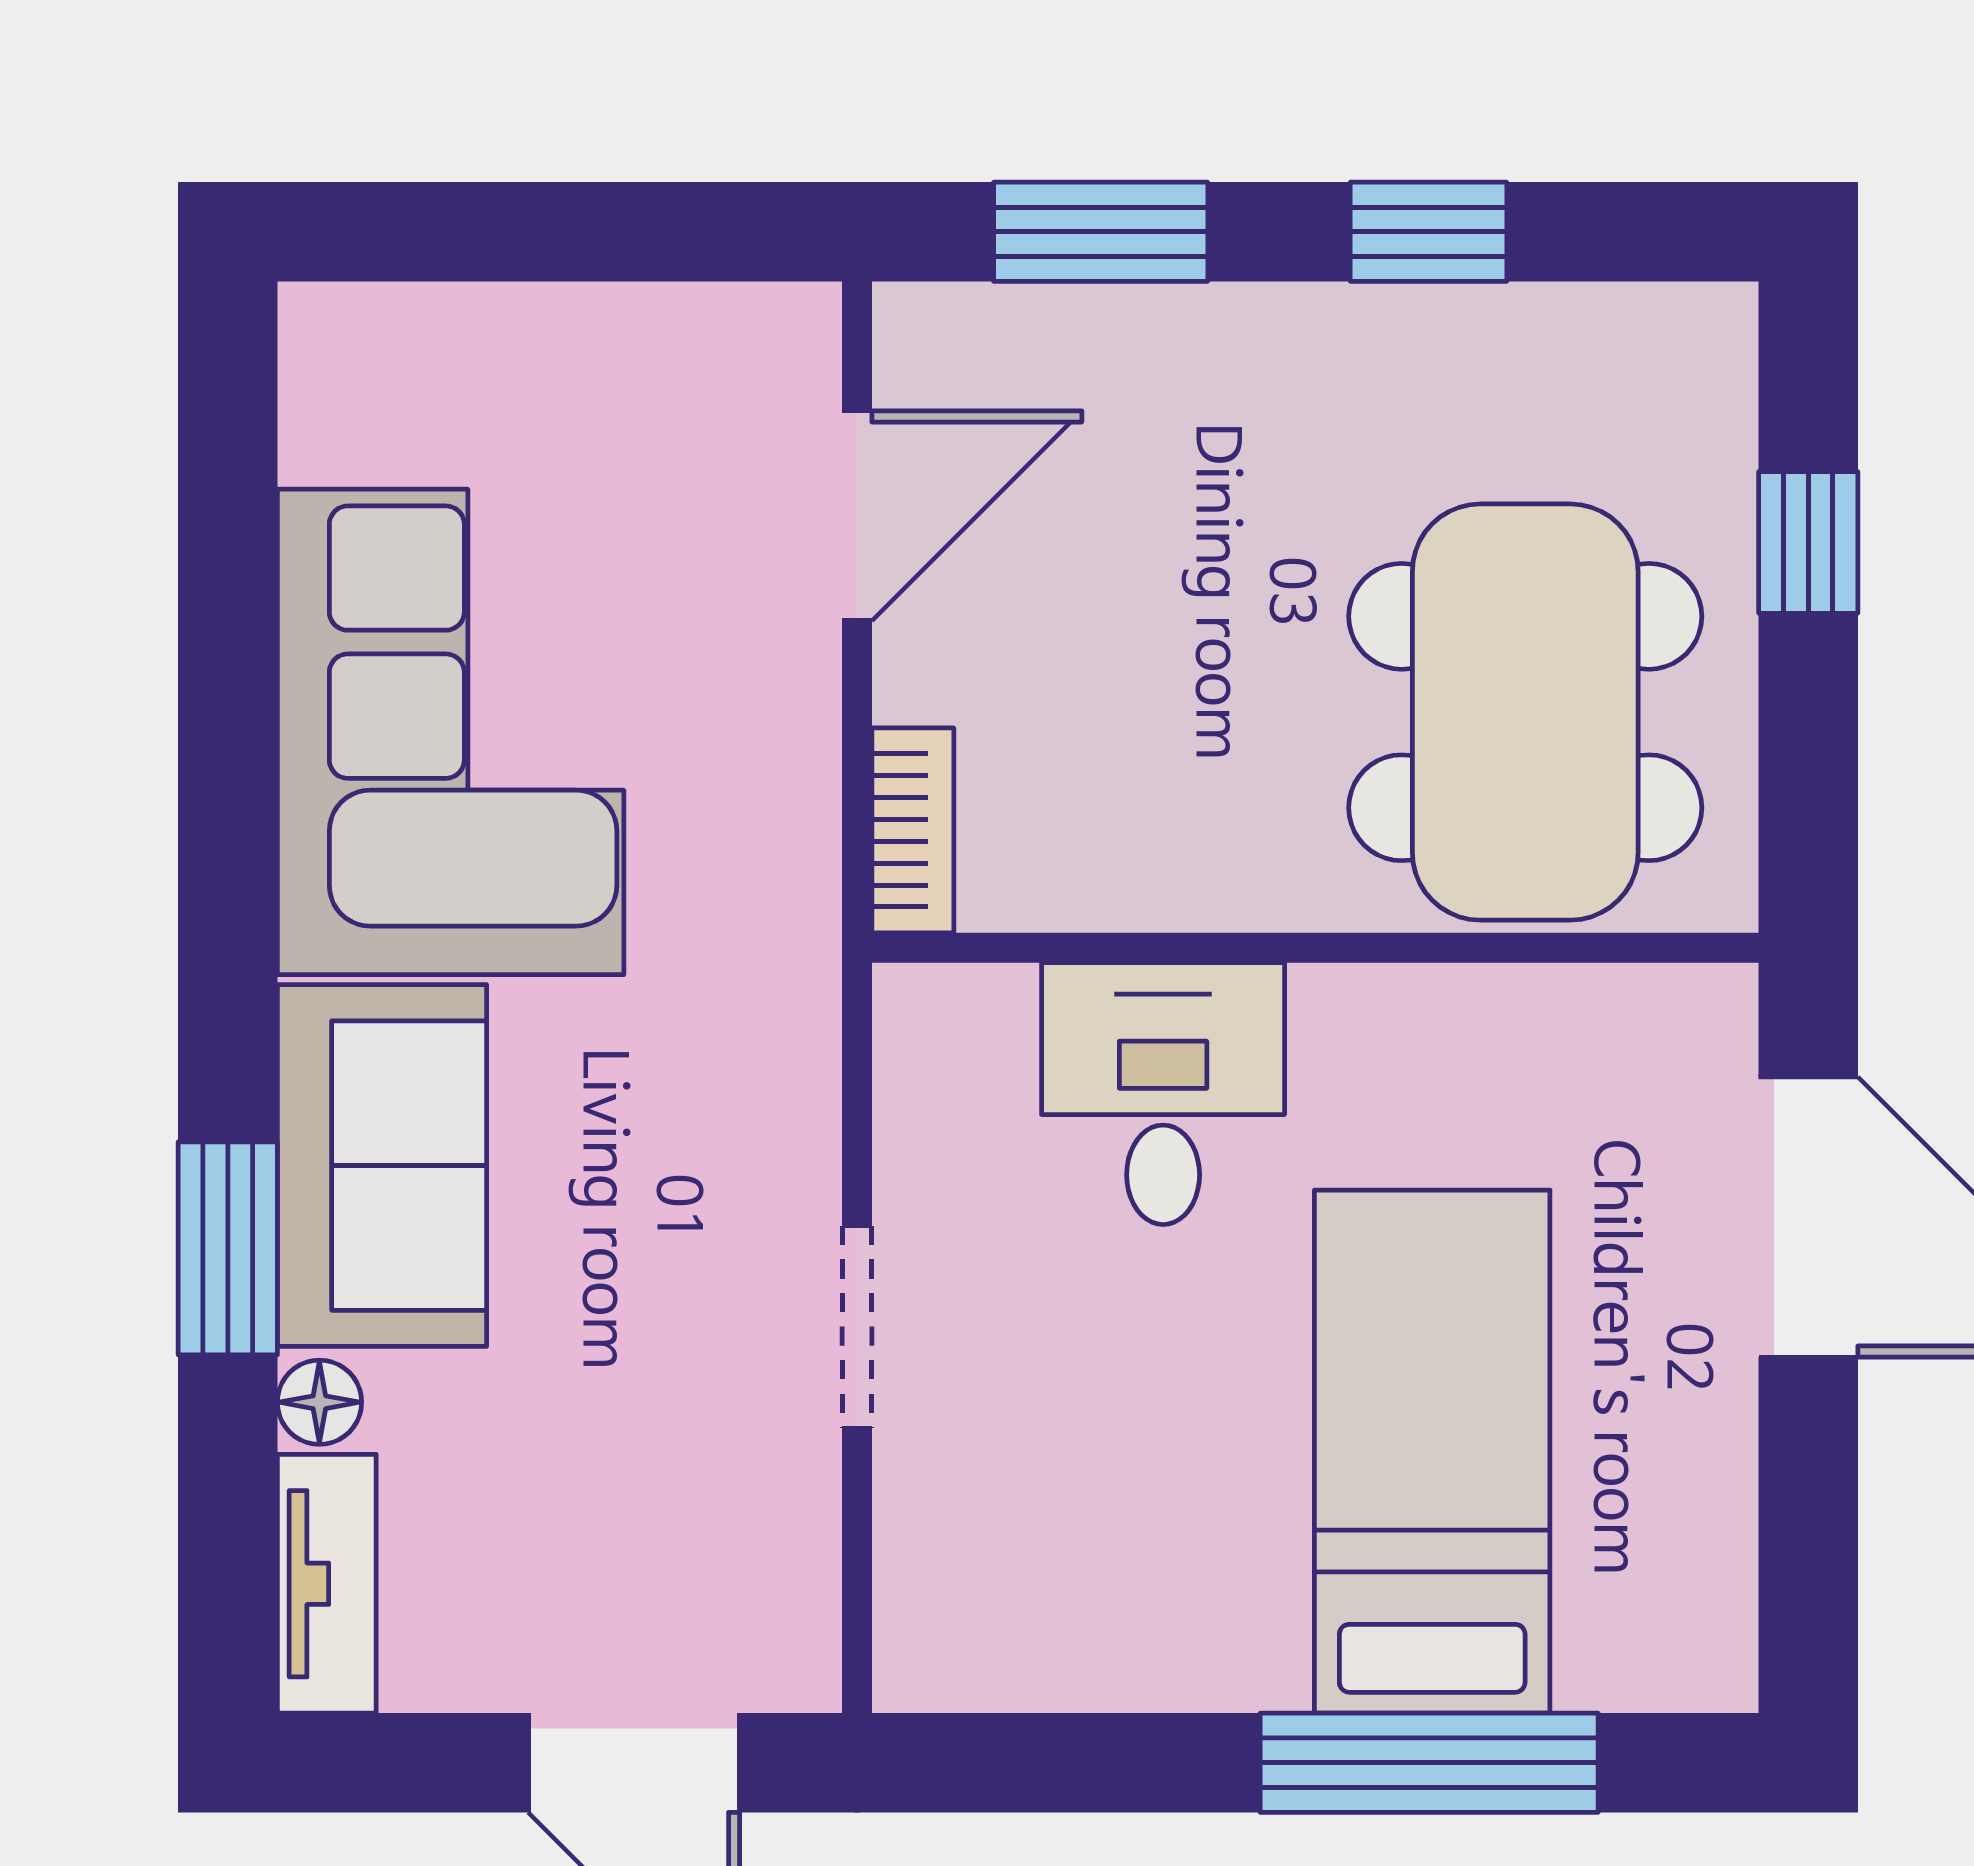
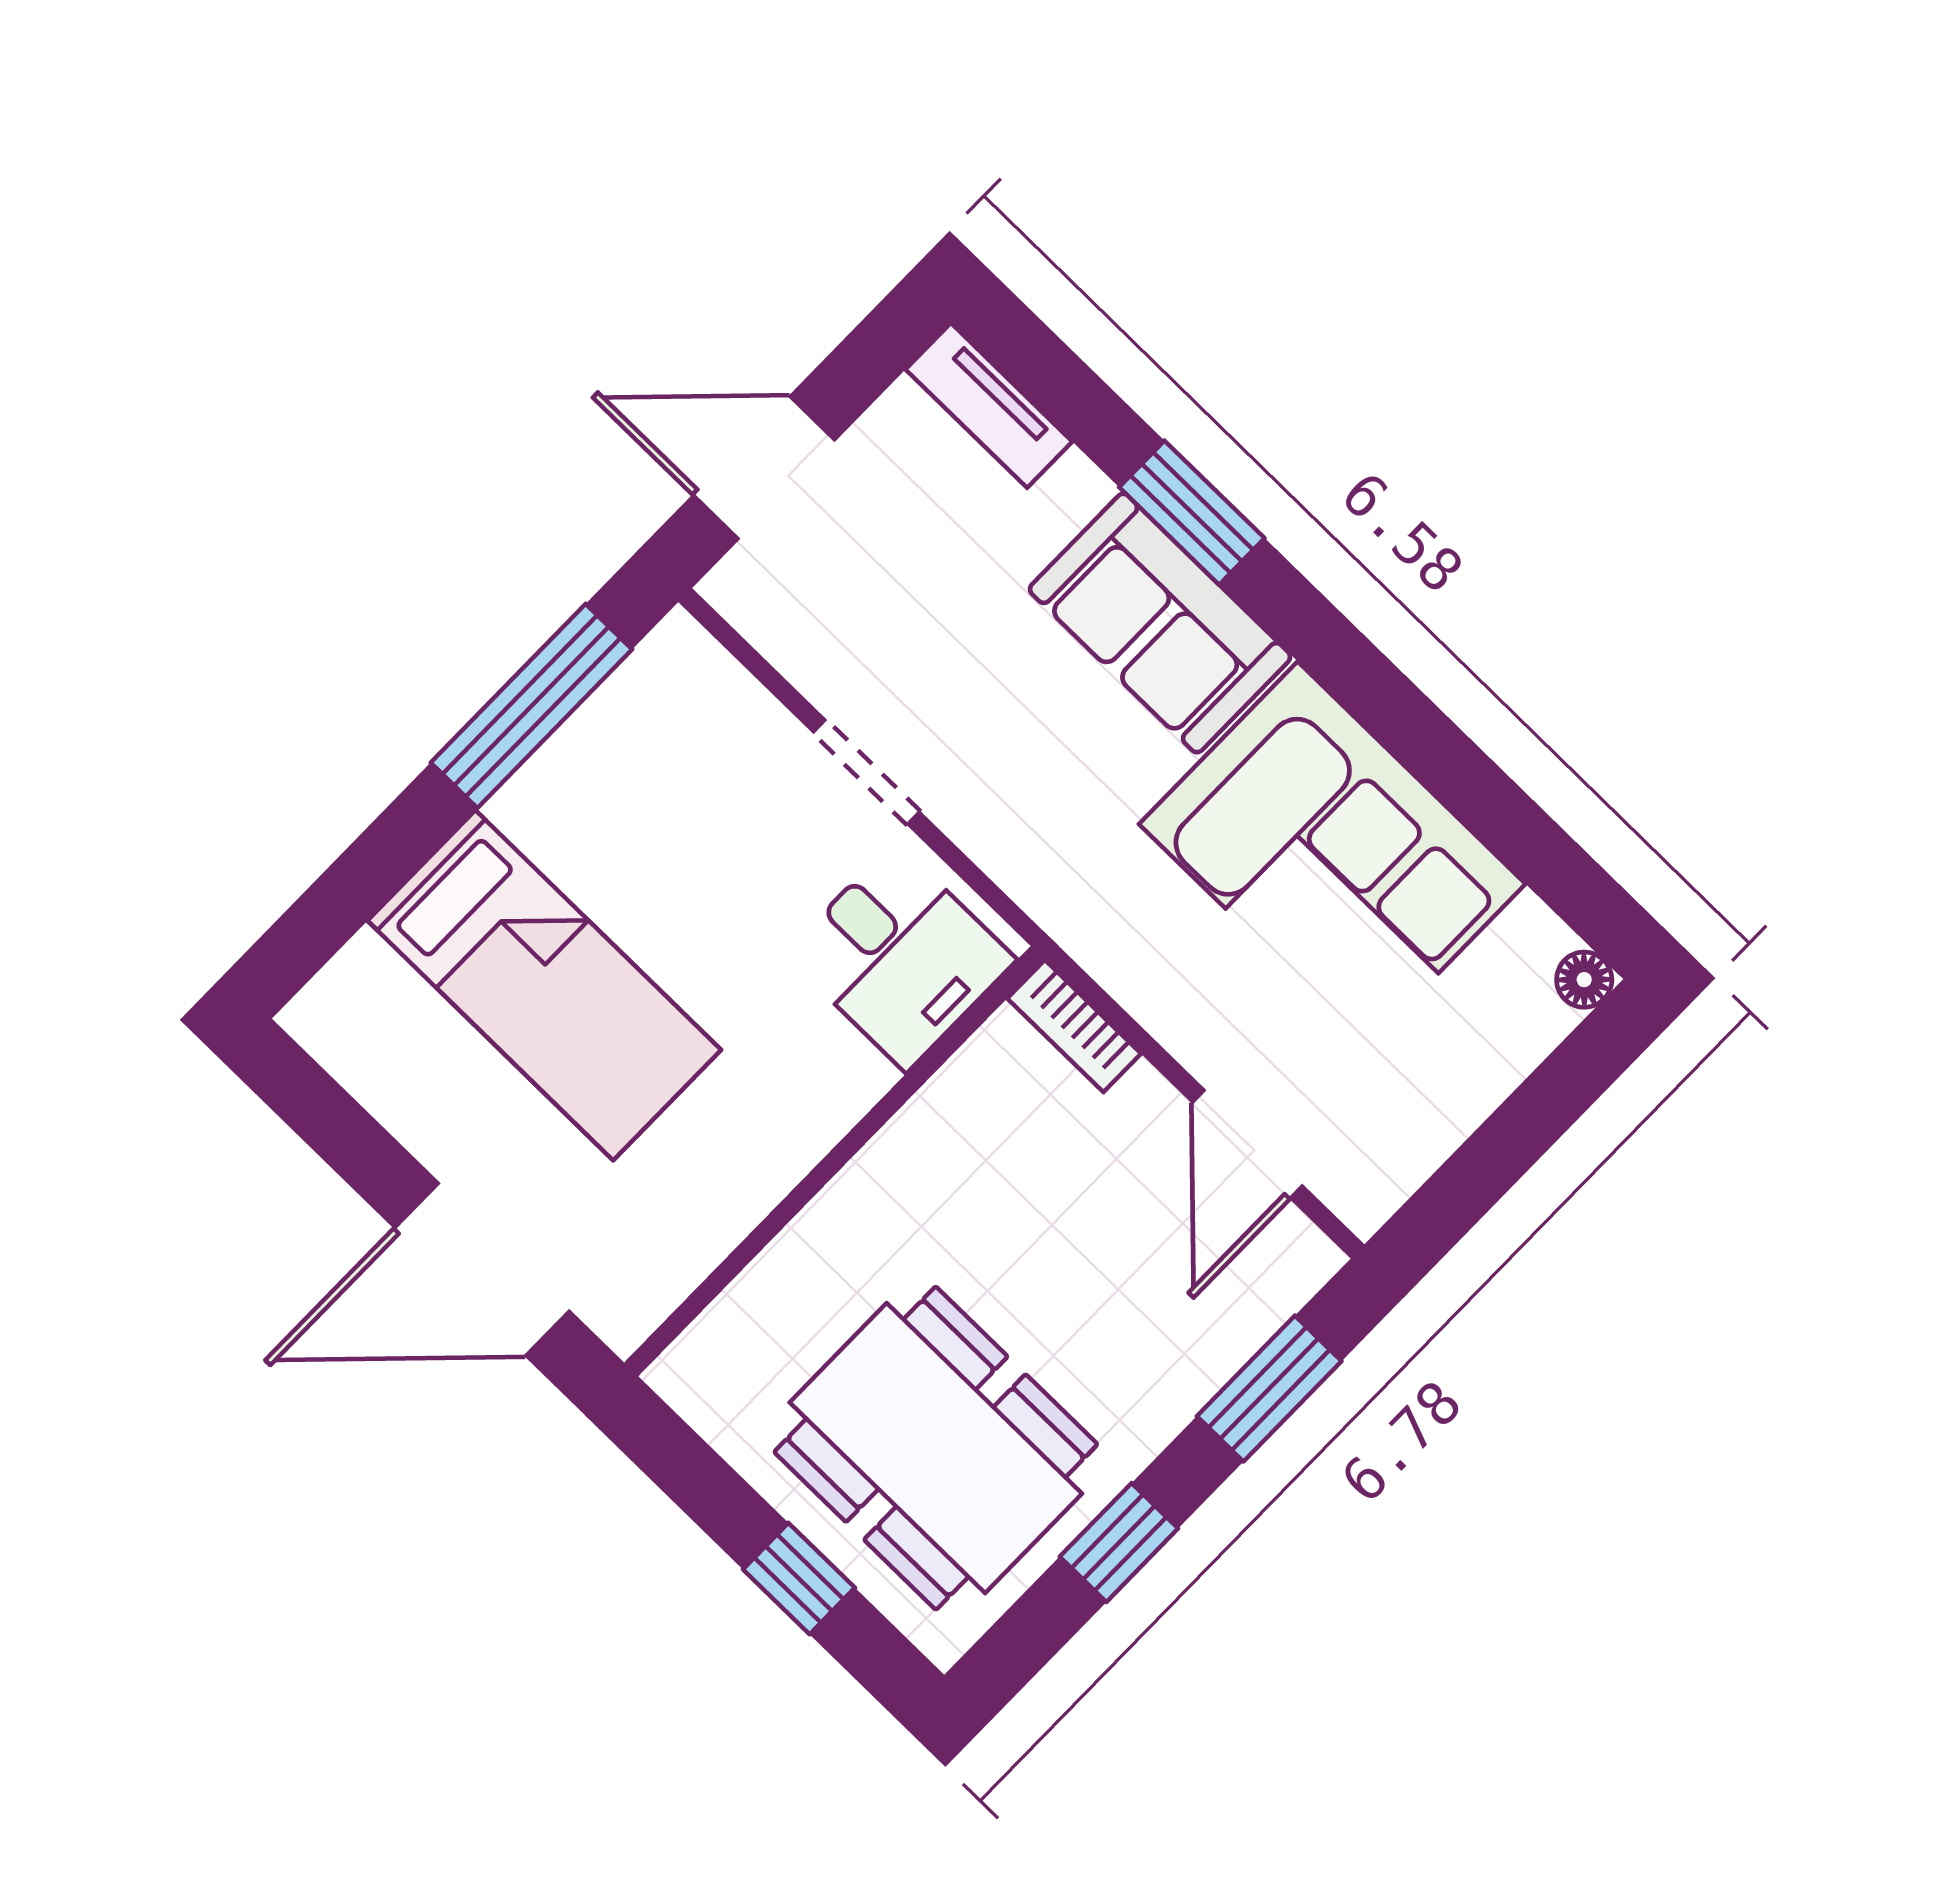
dining table: (1525, 712) -> (936, 1448), moved
desk: (1163, 1094) -> (900, 957), moved
floor lamp: (319, 1402) -> (1584, 980), moved
window: (1429, 1763) -> (531, 706), moved

